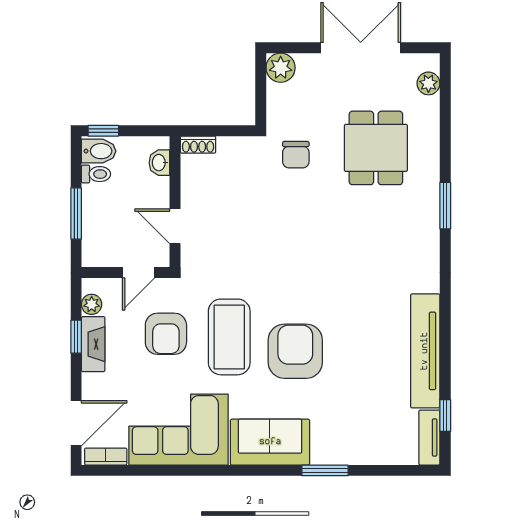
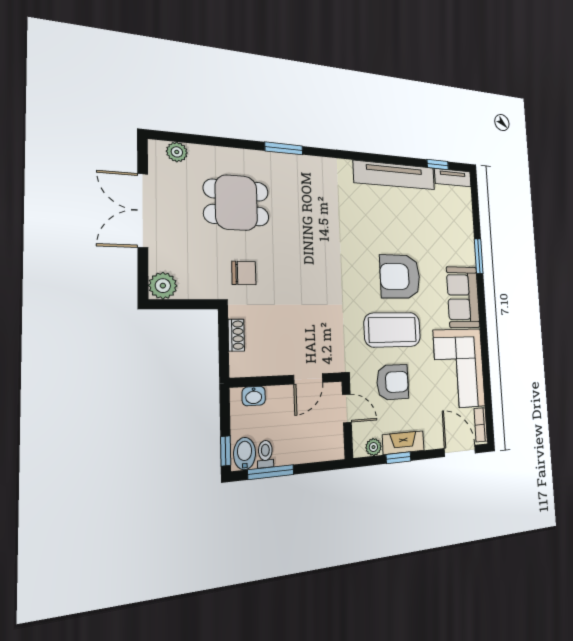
shoe rack: (198, 145) -> (236, 335), moved
window: (76, 213) -> (271, 472), moved

